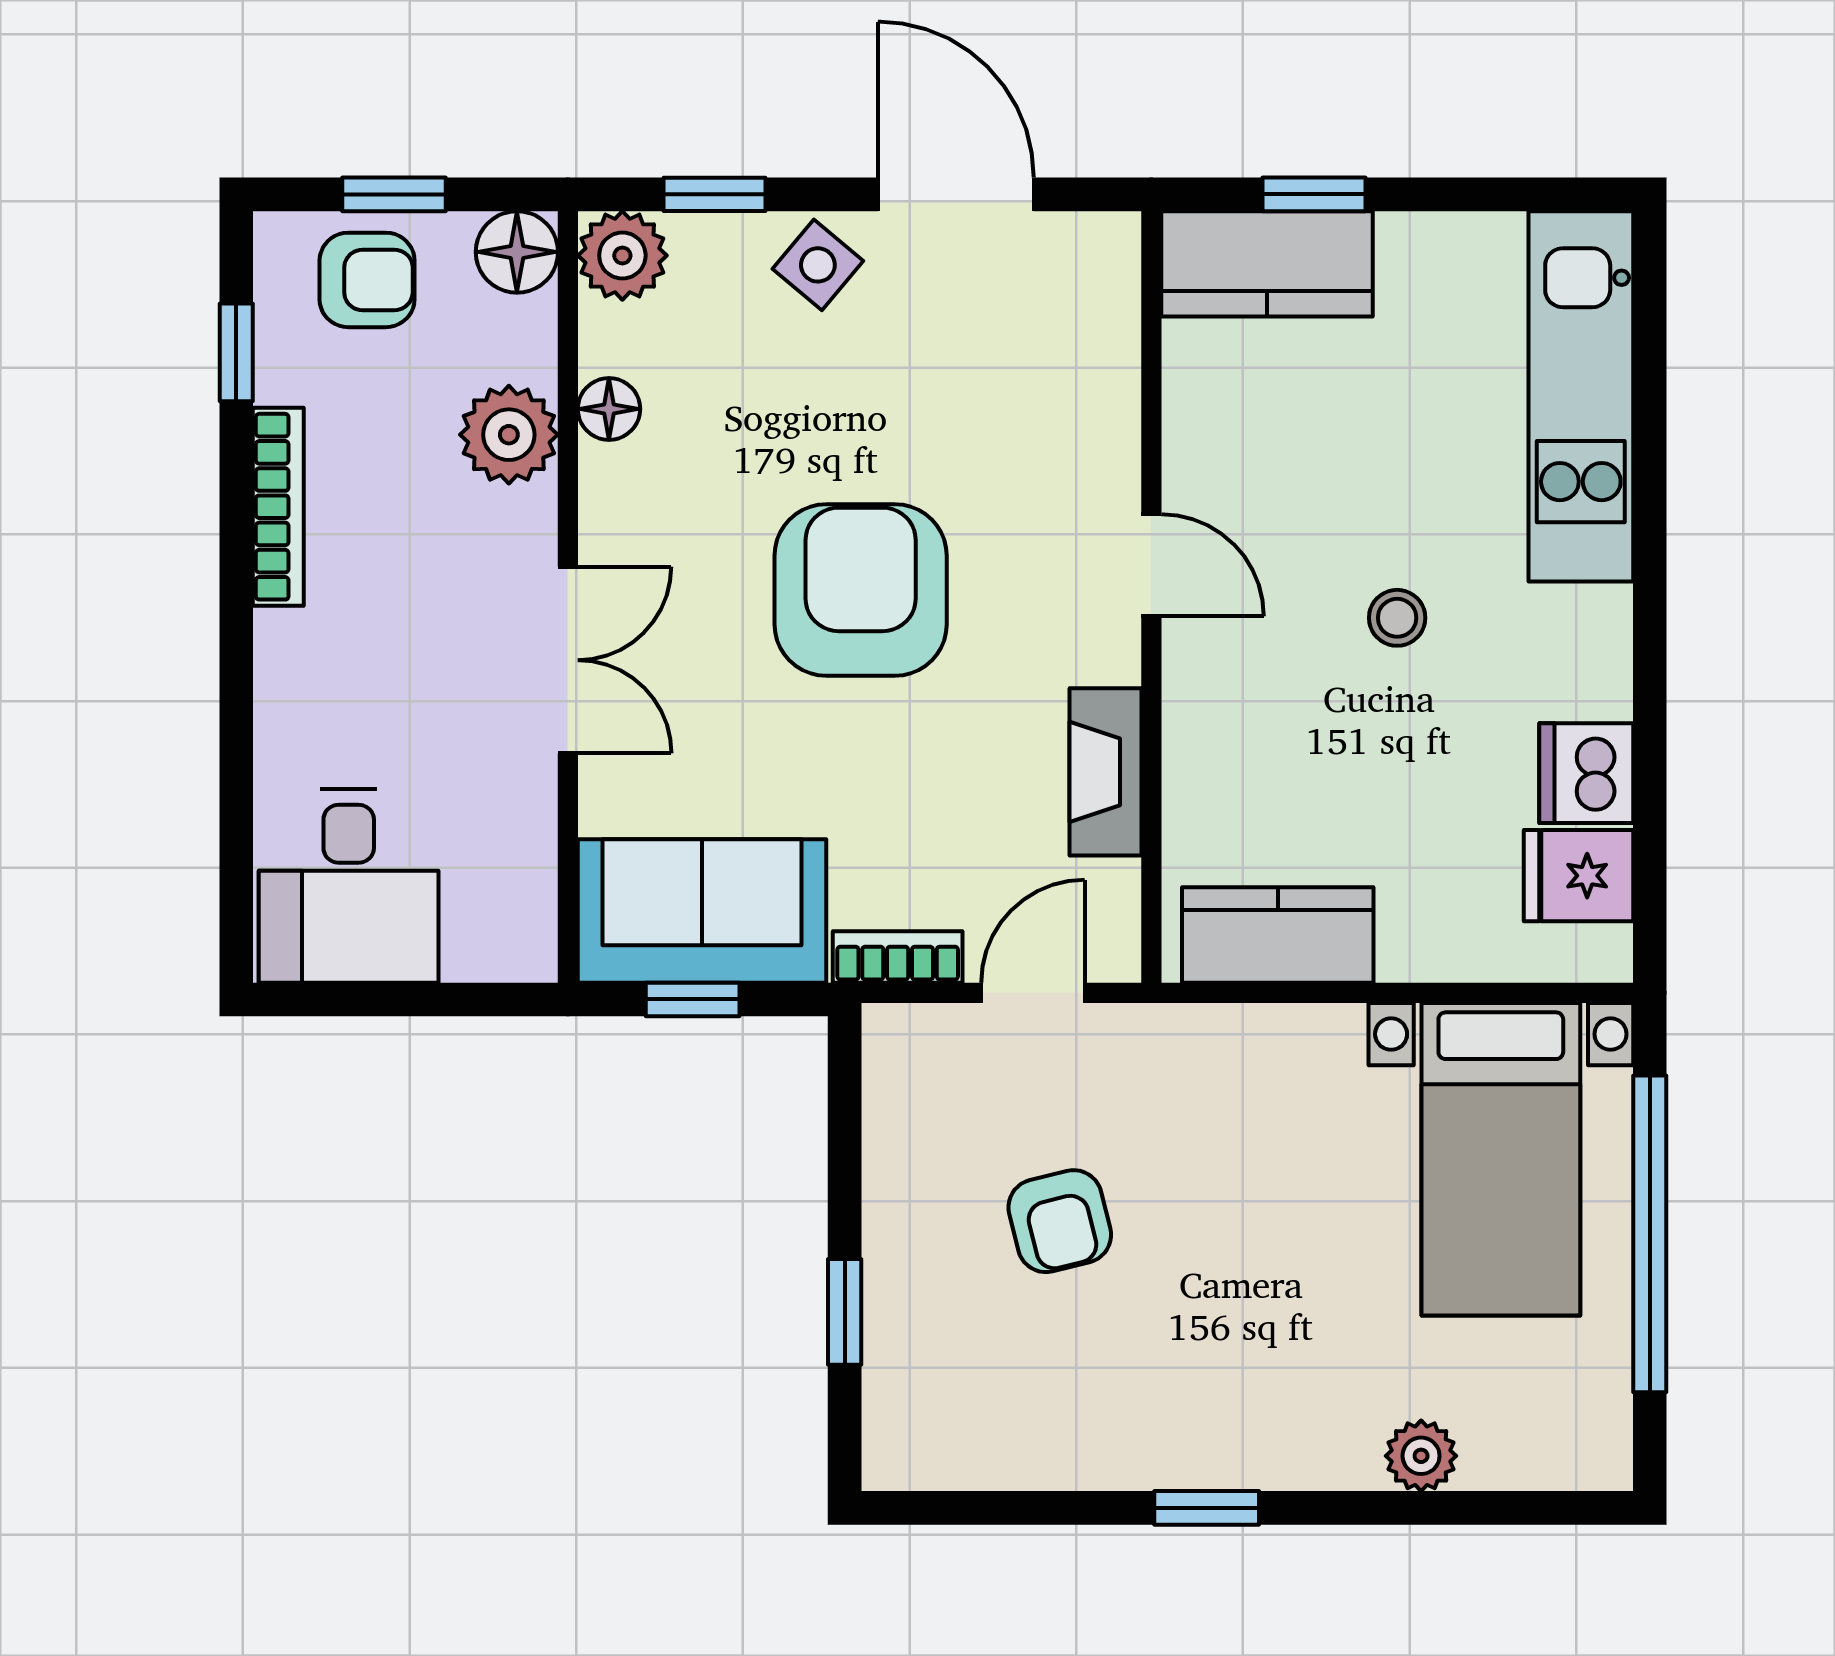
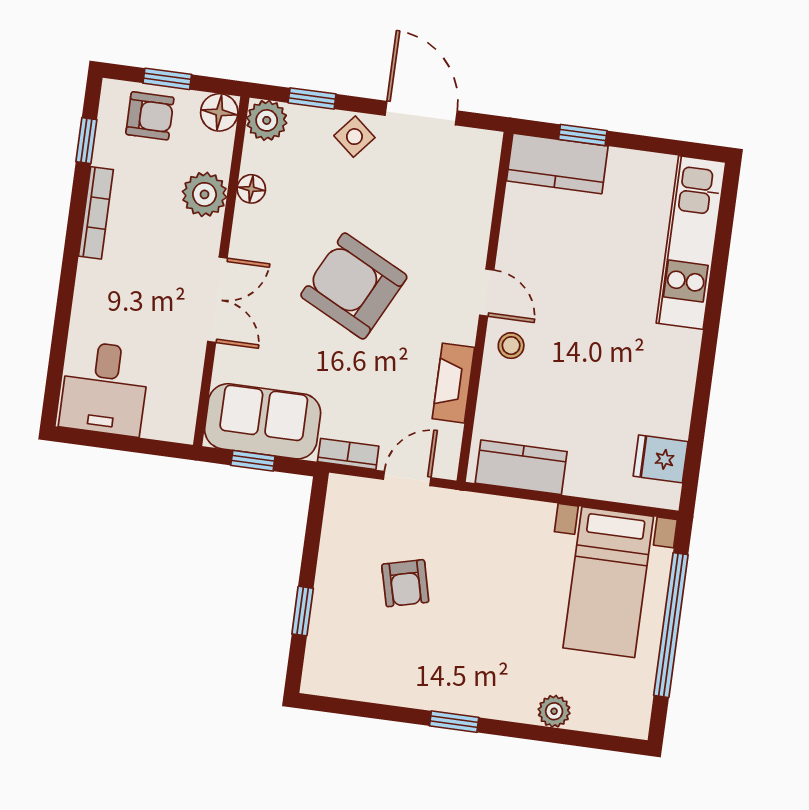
armchair: (861, 590) -> (354, 286), turned -63
stool: (1397, 618) -> (511, 346), moved
dishwasher: (1586, 773) -> (670, 413), removed

